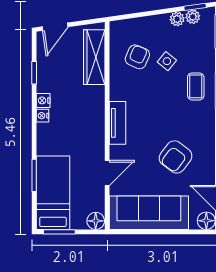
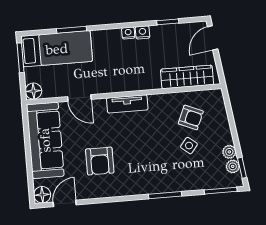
door: (55, 27) -> (213, 38), hinge flipped
coffee table: (196, 86) -> (167, 175), removed
armchair: (176, 157) -> (100, 161), turned -127

